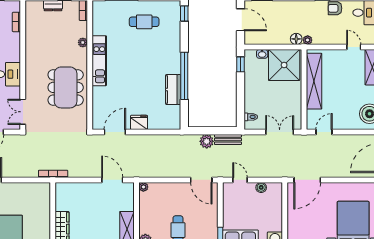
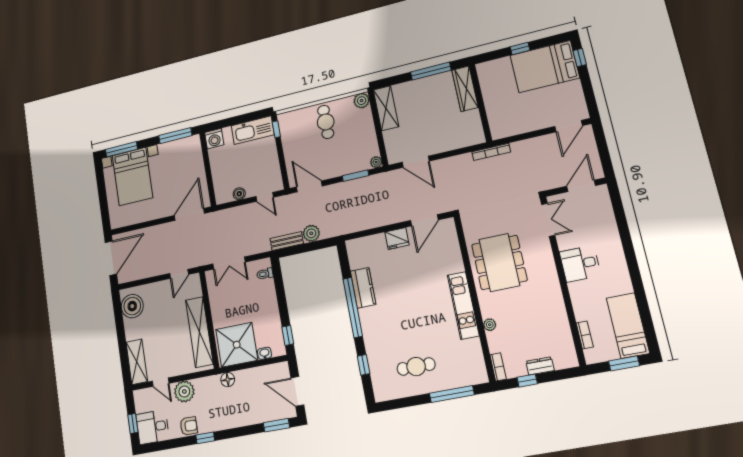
window: (184, 14) -> (364, 365), moved
plant: (308, 40) -> (184, 392), moved, width x1.88, depth x1.88
window: (162, 180) -> (356, 176), added

